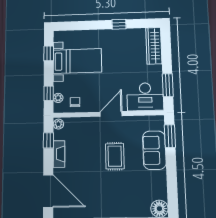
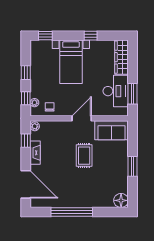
window: (70, 26) -> (45, 36), added
window: (49, 53) -> (26, 73), moved
bed with nightstands: (77, 61) -> (71, 62), moved, turned 90
desk: (145, 97) -> (116, 91), moved, turned -90
window: (170, 136) -> (133, 166), moved
sofa: (154, 150) -> (112, 130), moved, turned -90

